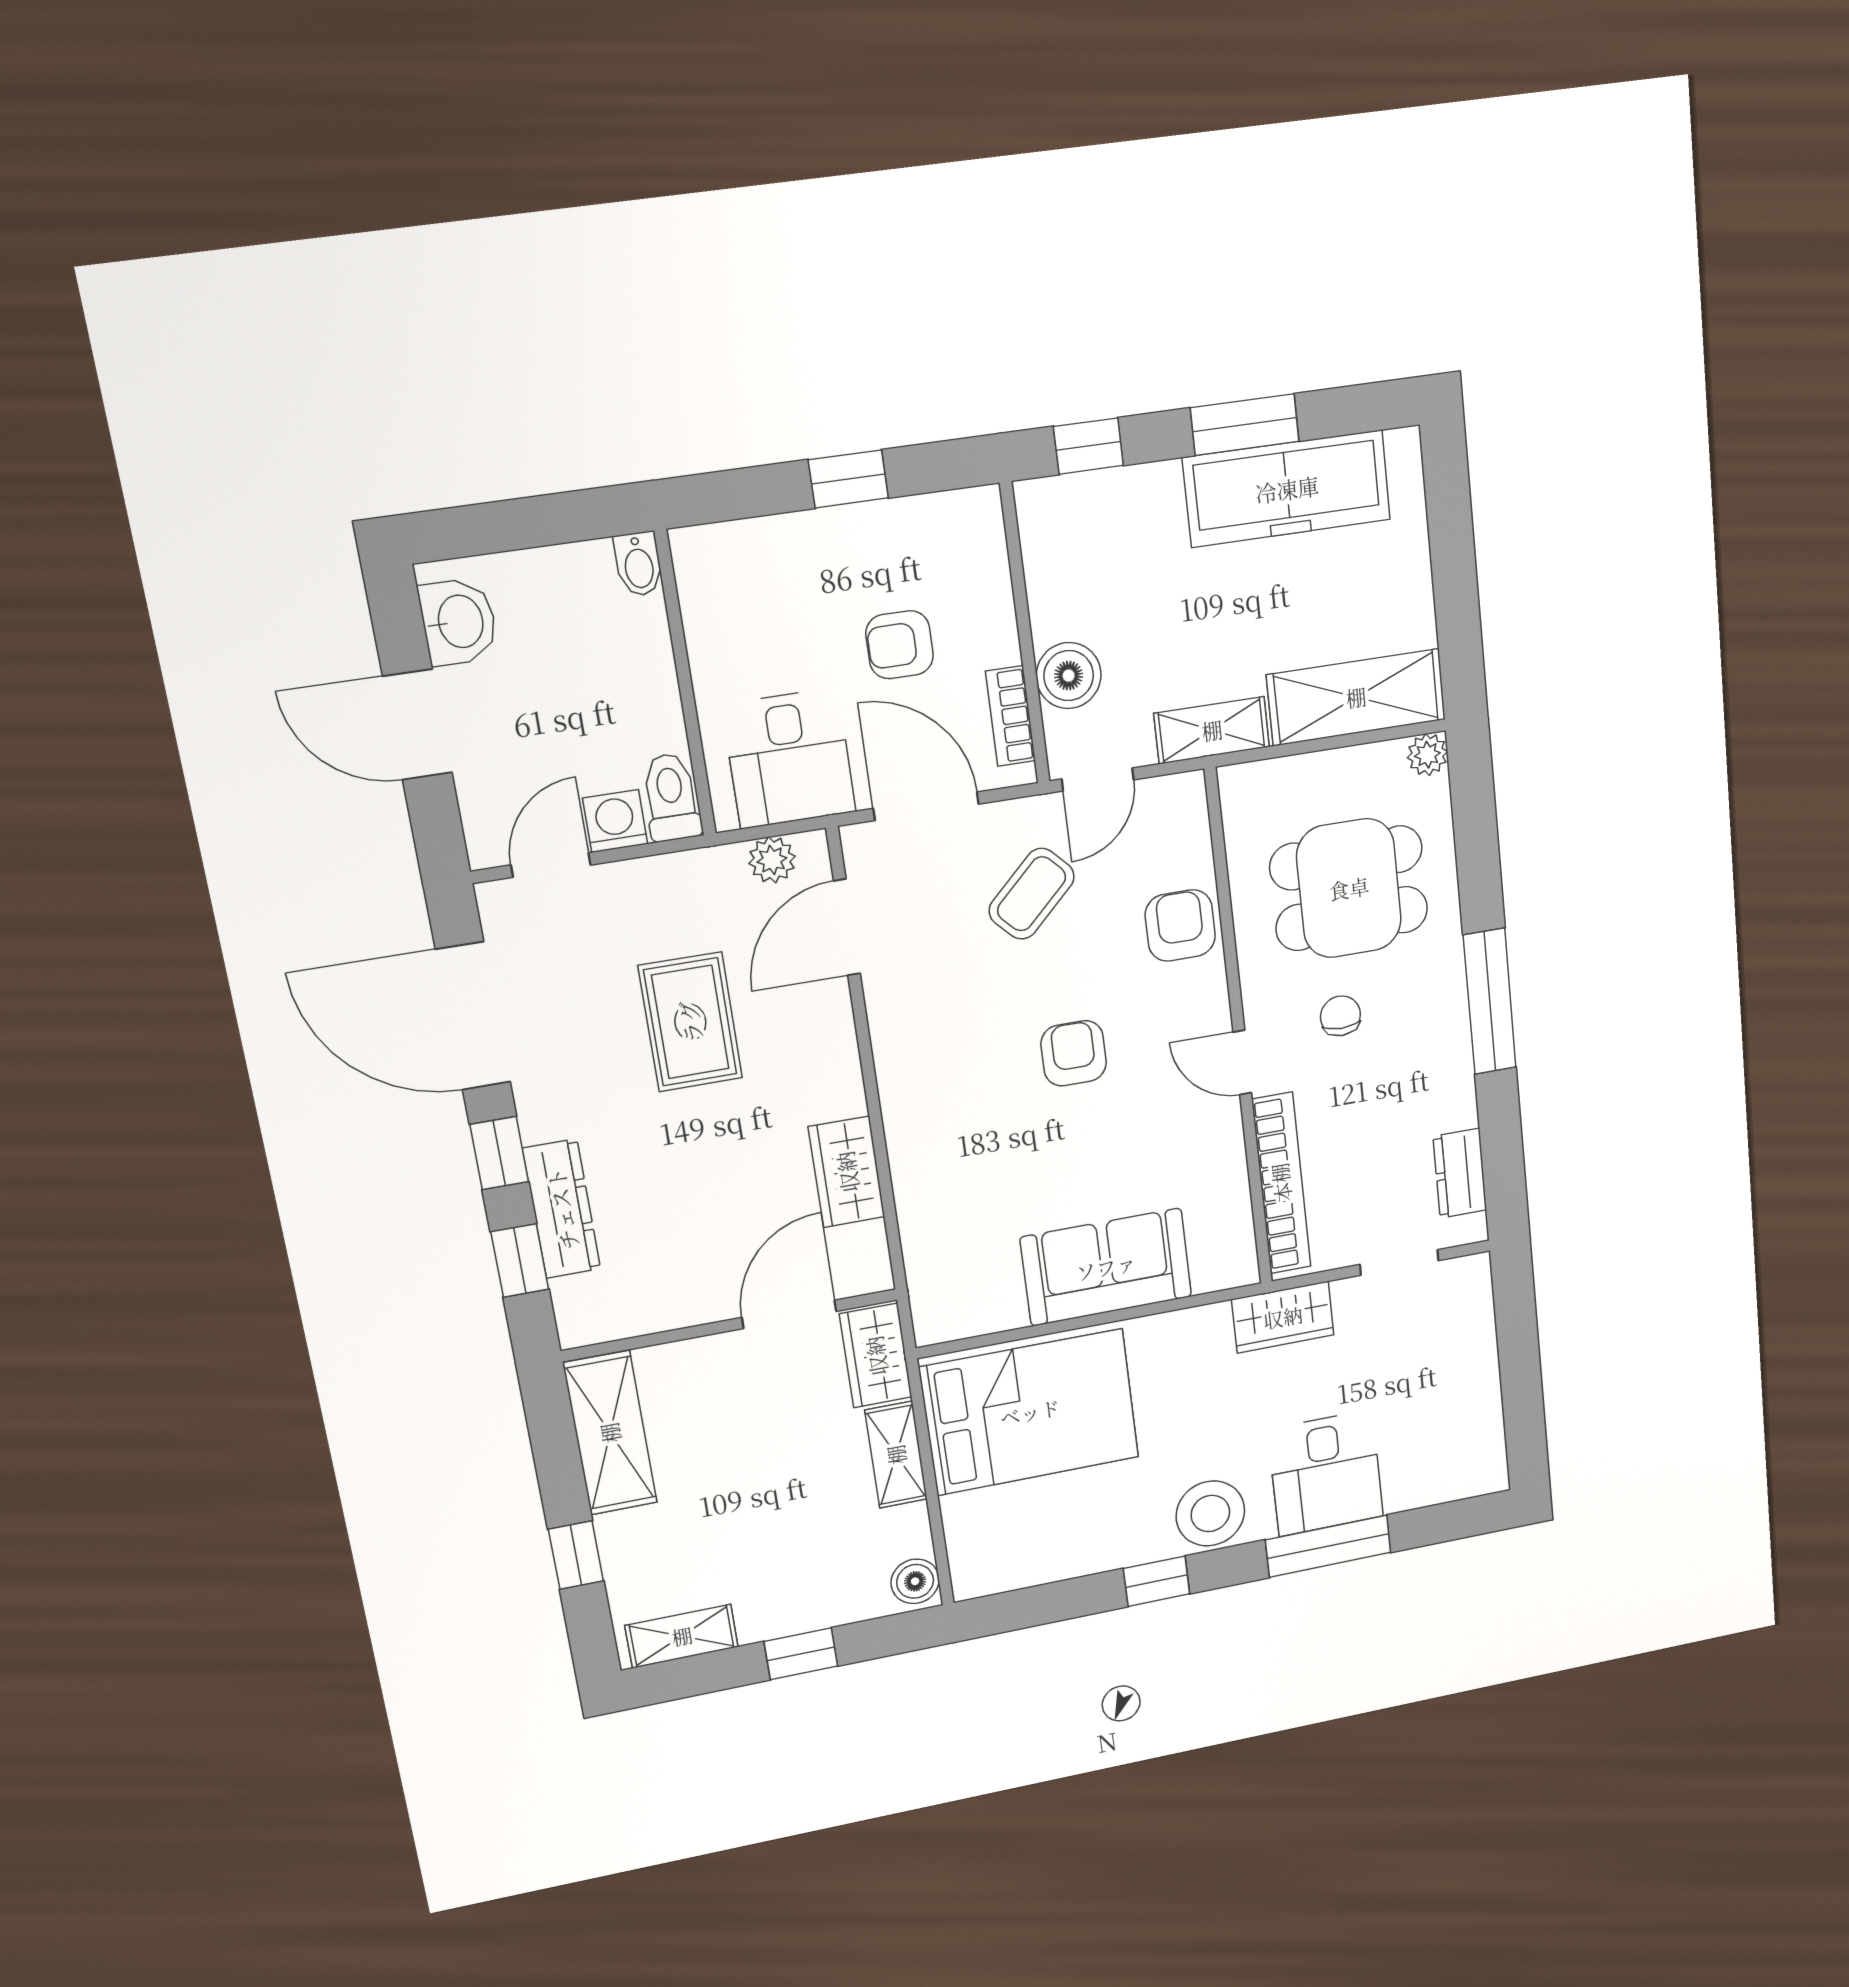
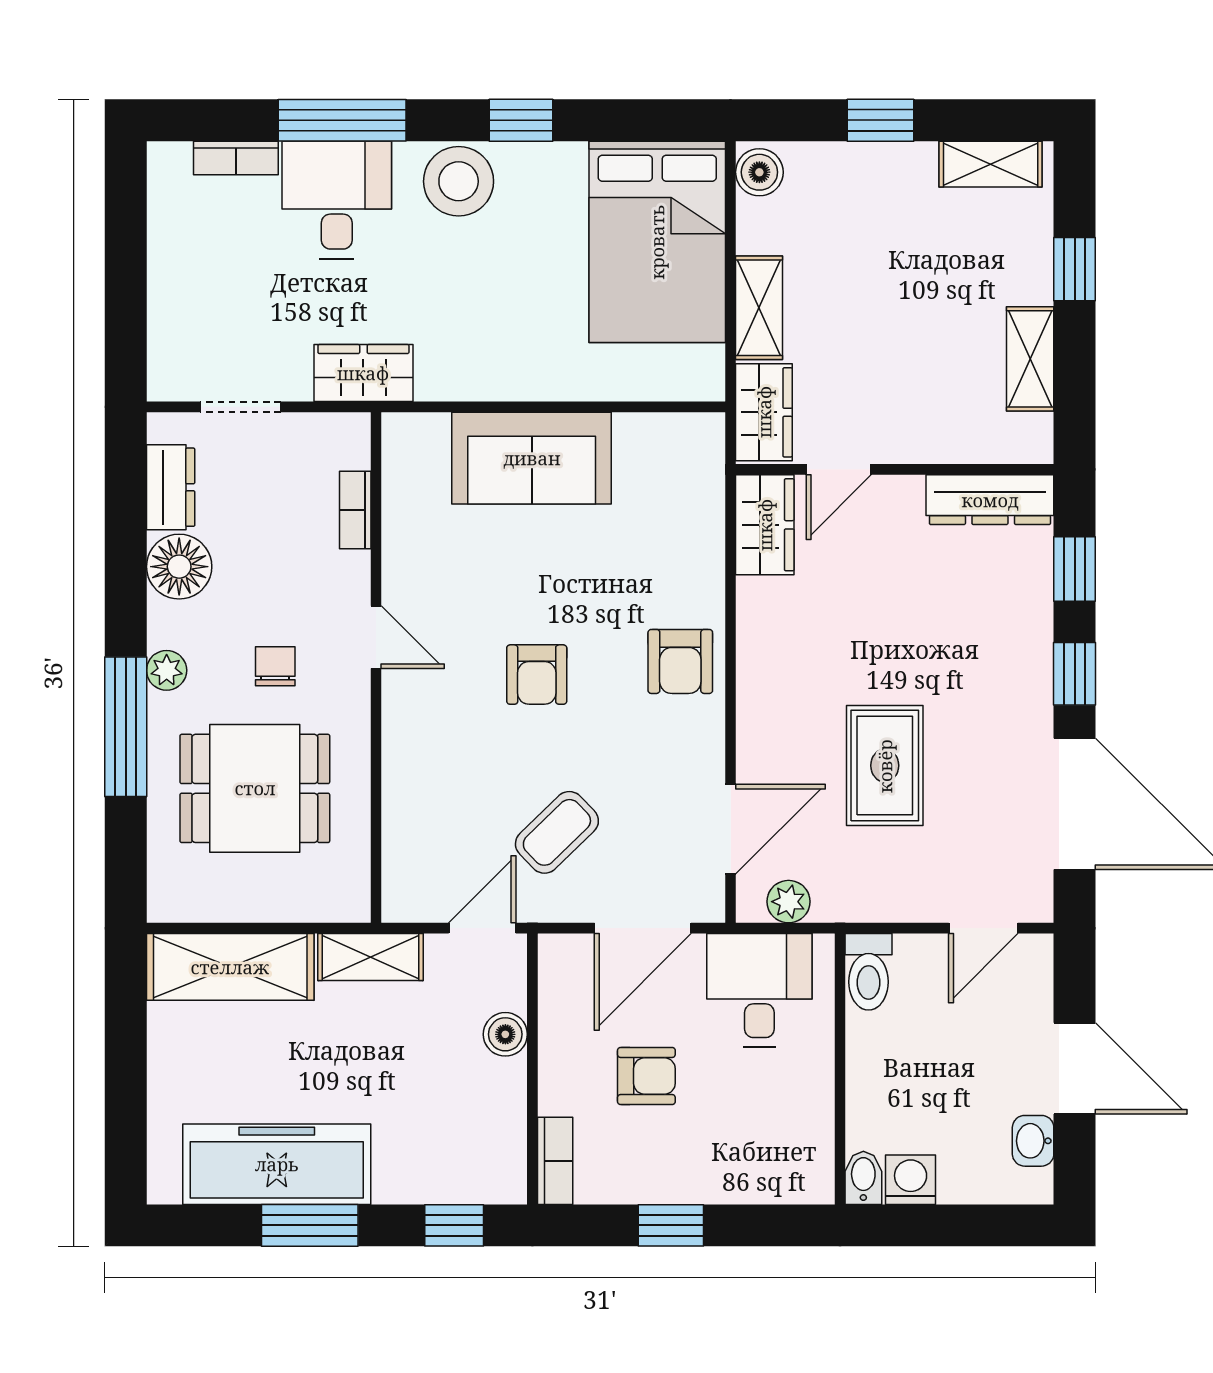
washbasin: (459, 622) -> (1033, 1141), width x0.72, depth x0.69
boiler: (1069, 676) -> (505, 1034), width x0.73, depth x0.73
bookcase: (1010, 716) -> (555, 1161), moved
plant: (1427, 755) -> (167, 670), moved
door: (926, 806) -> (643, 928), hinge flipped
washing machine: (615, 821) -> (911, 1180), moved, turned 180
armchair: (1180, 926) -> (680, 661), moved
window: (1490, 1001) -> (126, 727), moved
chair: (1340, 1016) -> (275, 666), turned 180
floor lamp: (1445, 1098) -> (179, 567), added
wardrobe: (847, 1172) -> (765, 525), moved
bookcase: (1281, 1183) -> (355, 510), width x0.43, depth x0.76
dresser: (562, 1209) -> (990, 500), moved, turned -90
door: (789, 1314) -> (839, 469), width x0.73
bed: (1030, 1412) -> (657, 242), moved, turned -90
shelving: (610, 1433) -> (1030, 359), width x0.67, depth x0.75
bookcase: (1425, 1492) -> (236, 158), added

